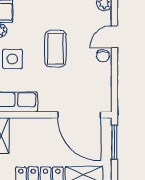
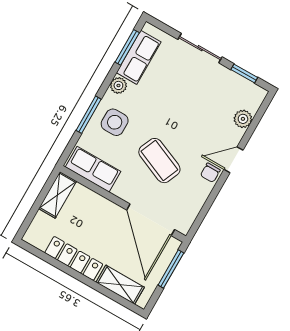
coffee table: (55, 49) -> (159, 161), moved, turned -67

